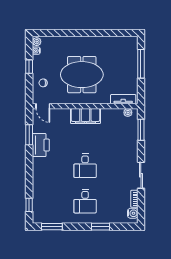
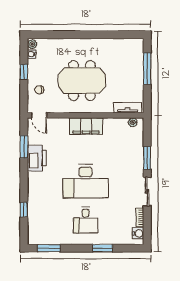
window: (141, 130) -> (147, 158), moved
desk: (85, 166) -> (86, 181), width x1.87, depth x1.30
window: (29, 205) -> (24, 210), moved

